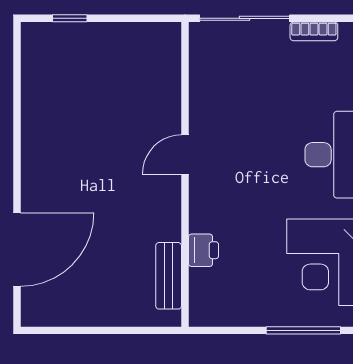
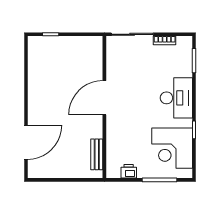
door: (185, 154) -> (104, 98), width x1.87
printer: (203, 250) -> (129, 171), moved, turned -90

